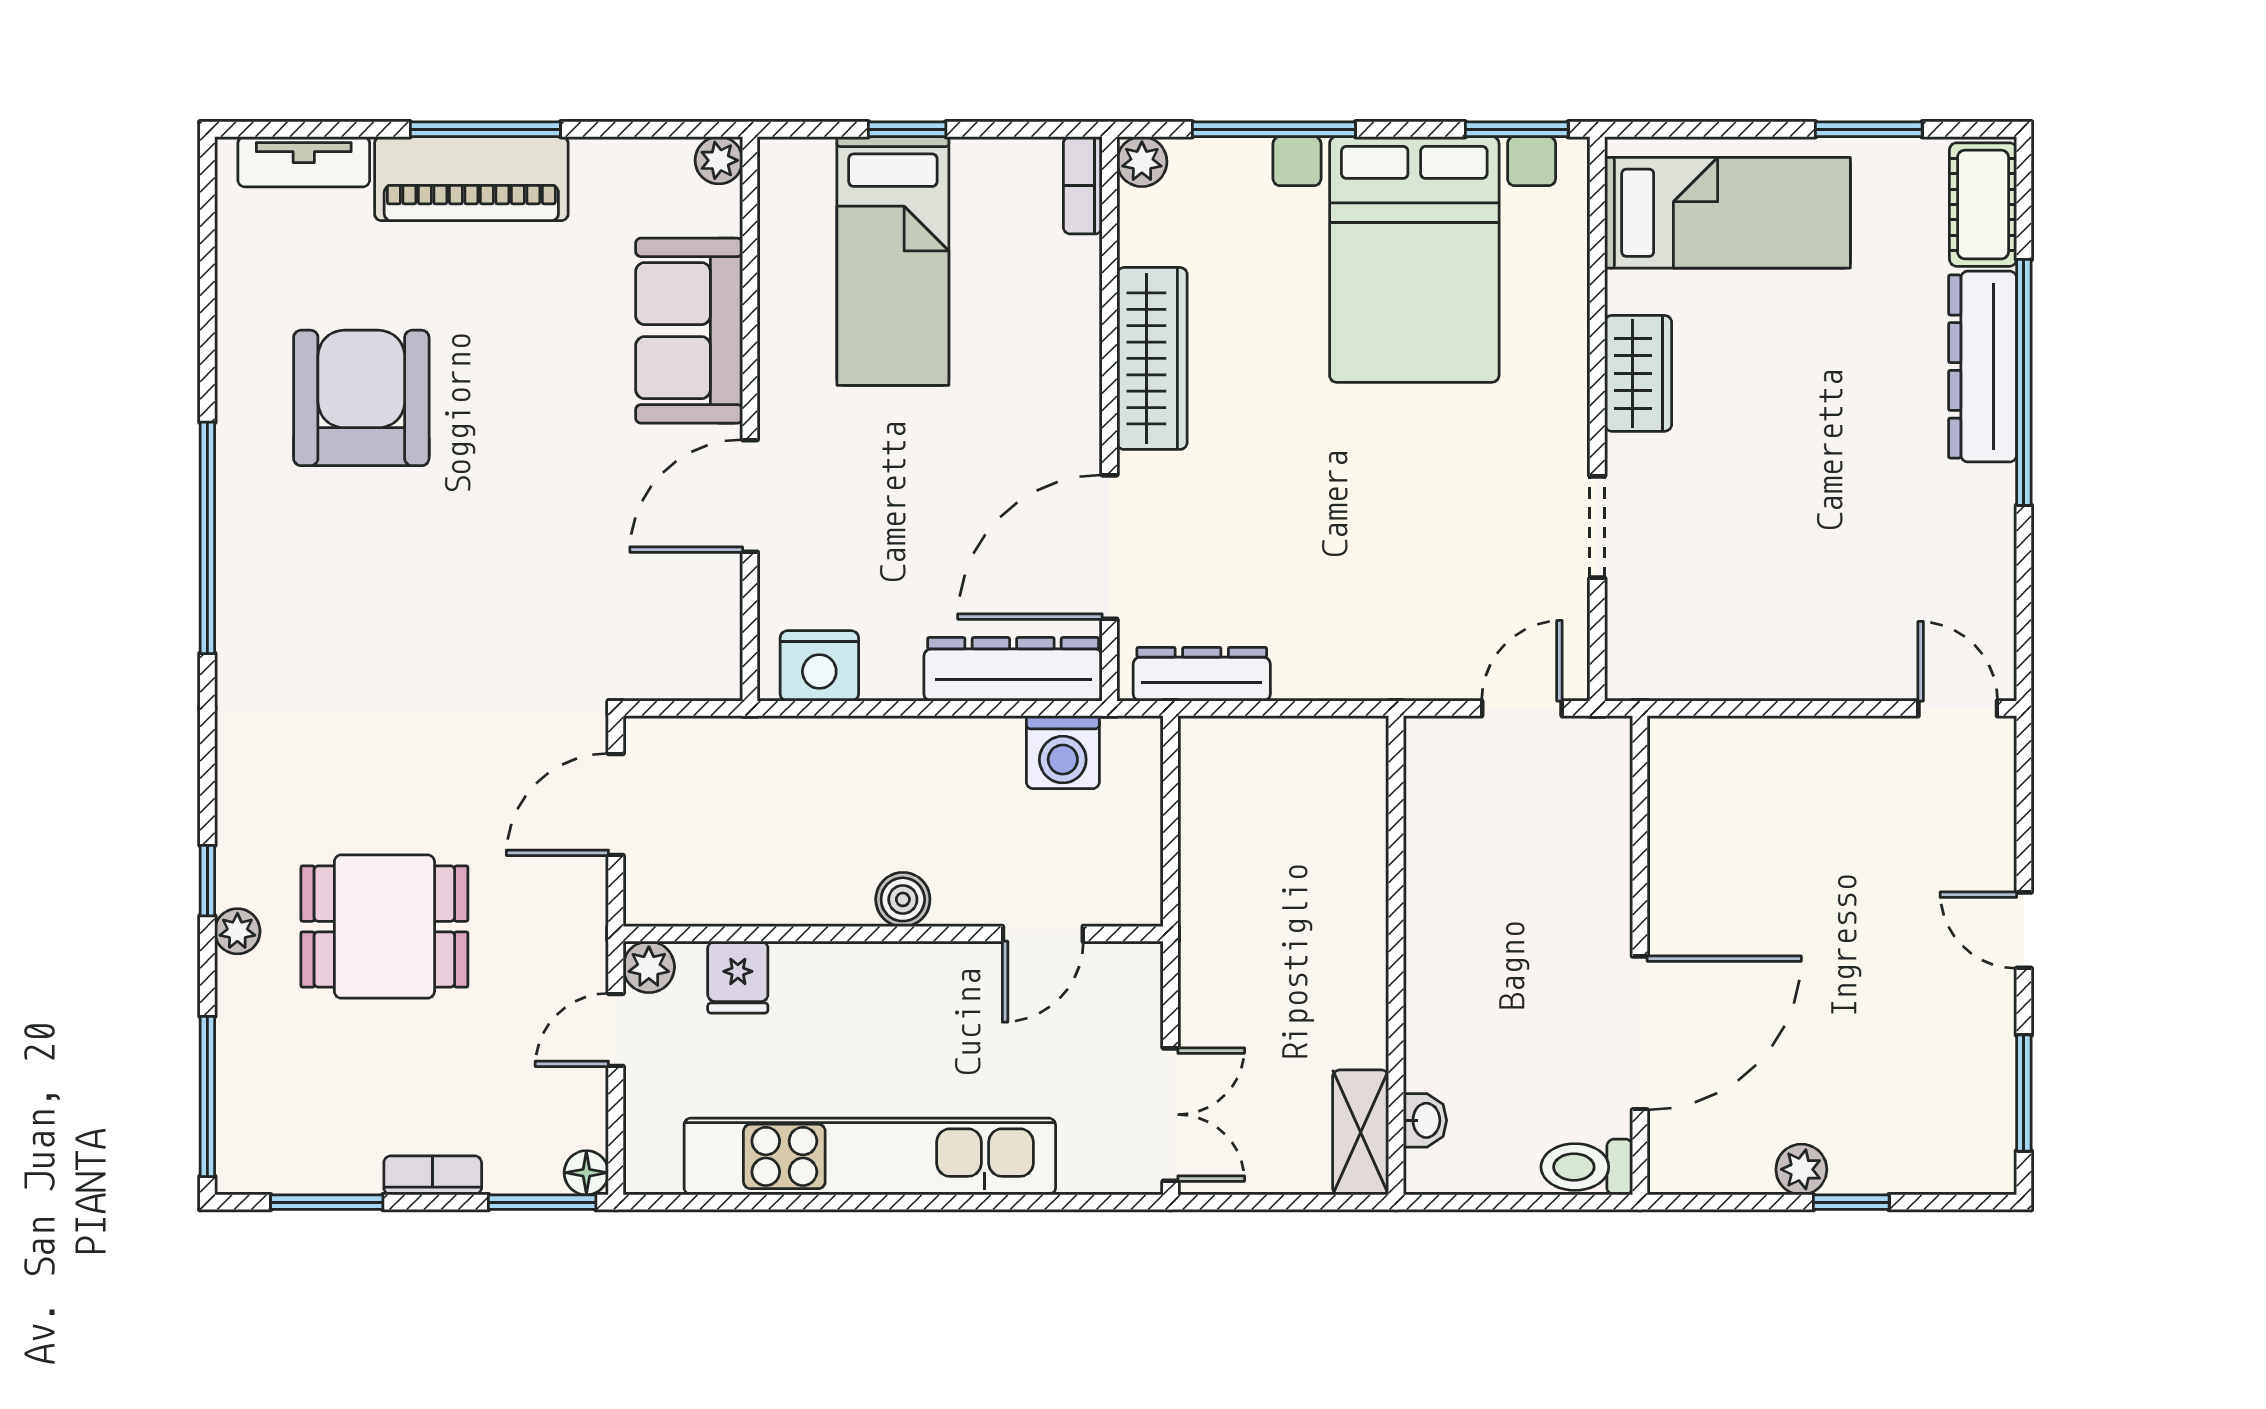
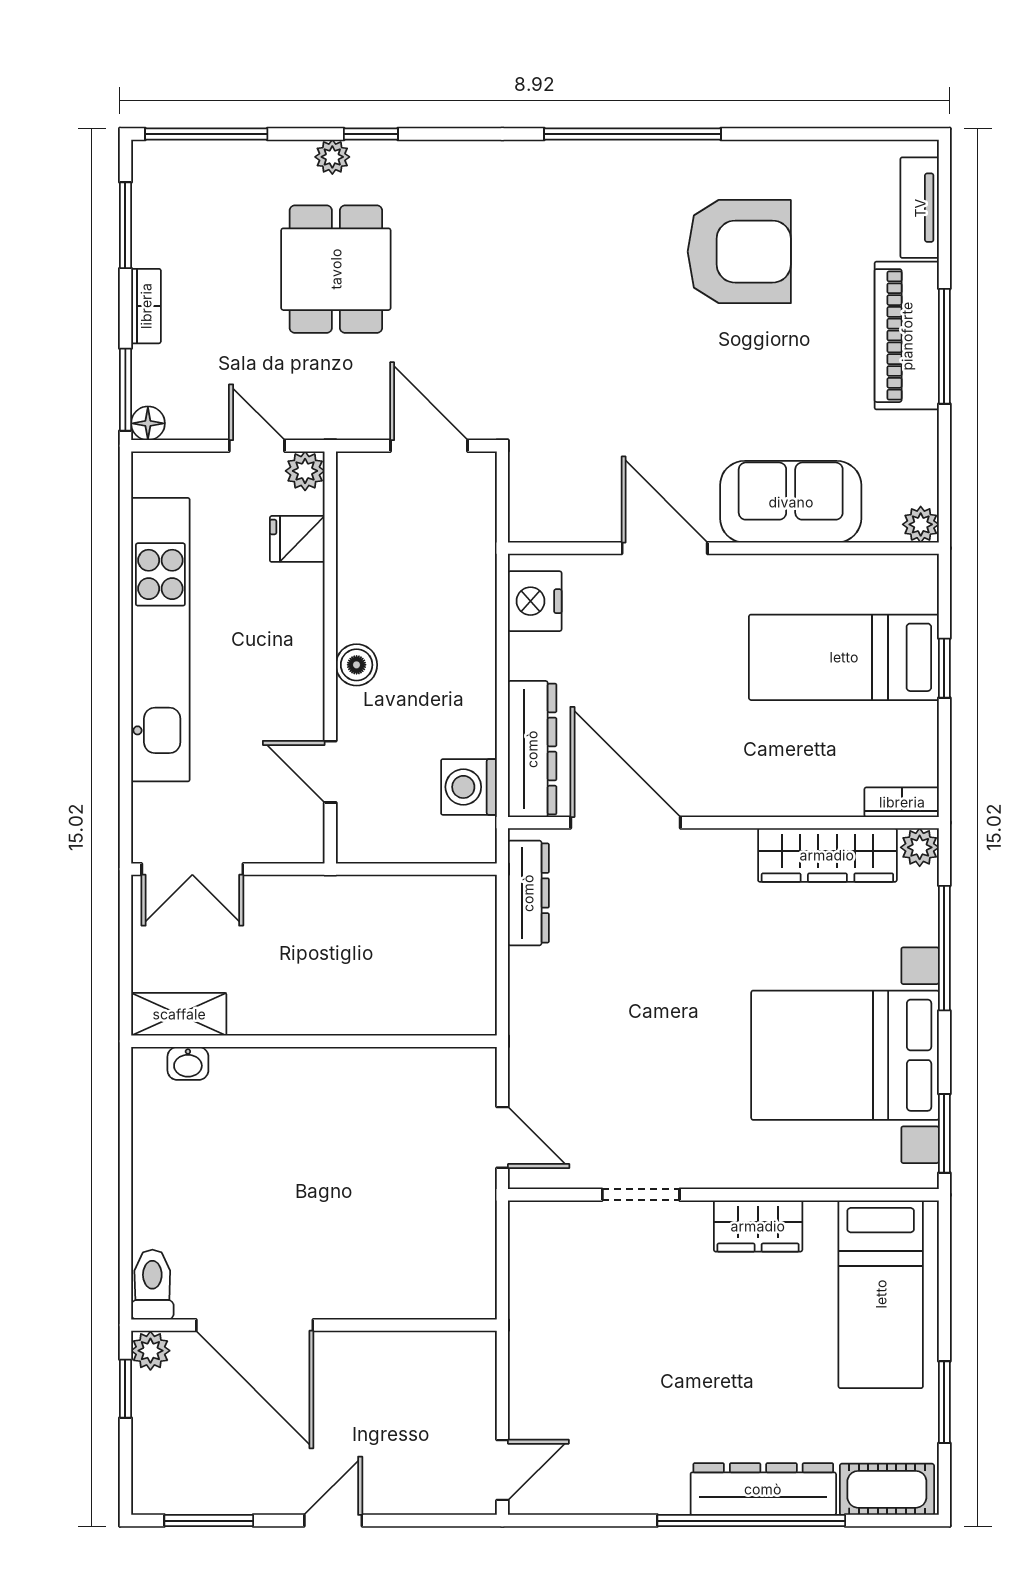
wardrobe: (1152, 358) -> (827, 855), moved
wall: (1640, 955) -> (314, 1325), moved
door: (1640, 1033) -> (255, 1325), moved
toilet: (1587, 1167) -> (152, 1285), moved

